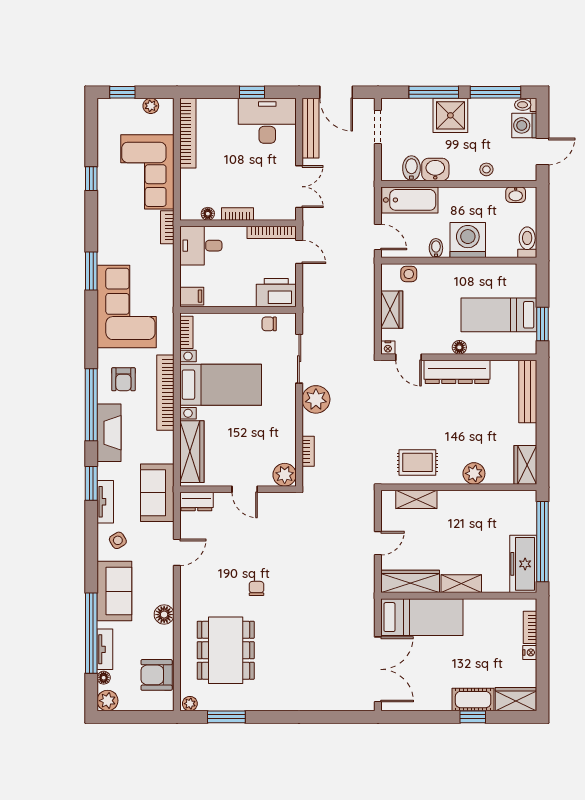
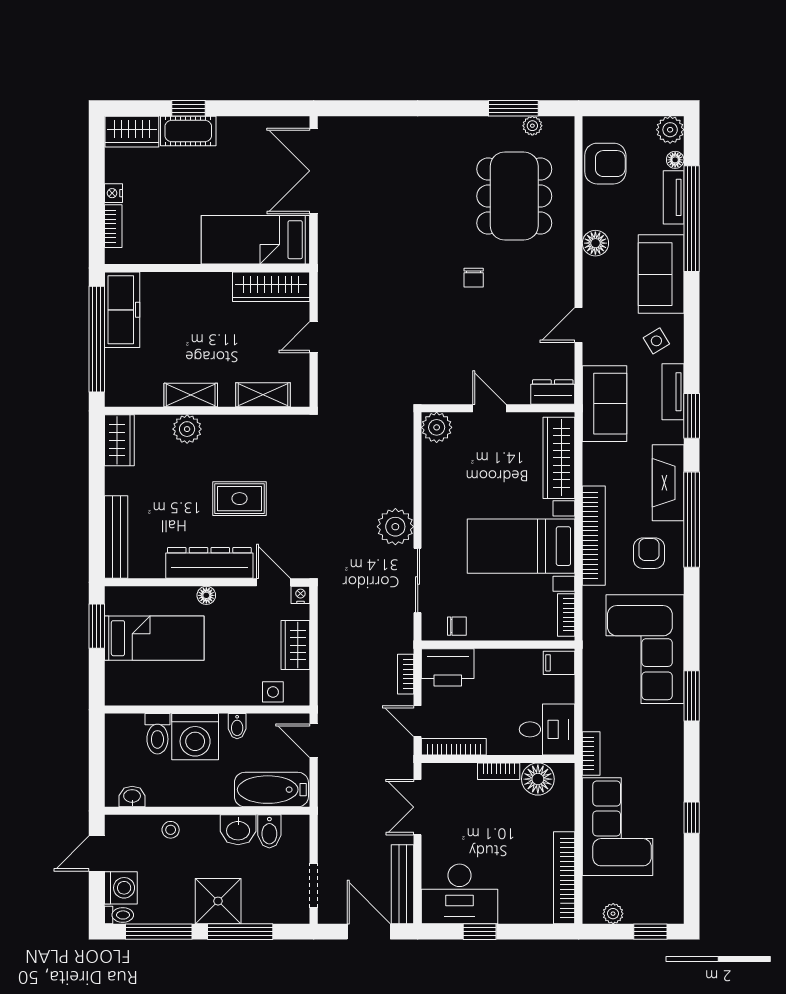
floor lamp: (208, 214) -> (538, 779), width x1.89, depth x1.89
toilet: (527, 242) -> (157, 734), moved
bookcase: (308, 451) -> (406, 674), moved
rug: (417, 462) -> (240, 499), moved
shelving: (461, 584) -> (191, 395), moved
plant: (190, 704) -> (532, 126), moved

